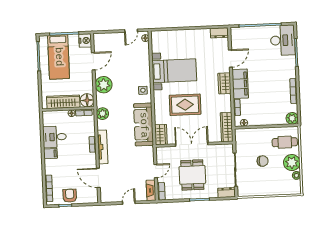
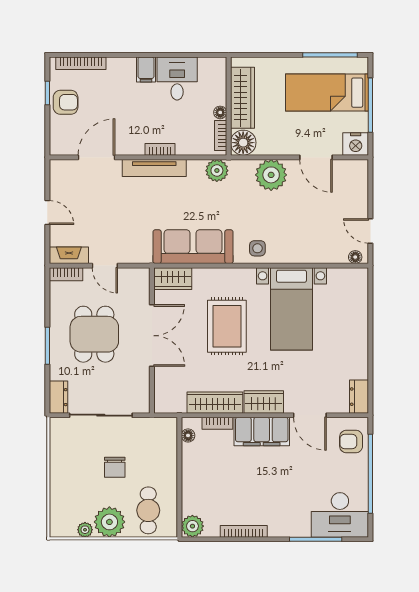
armchair: (243, 36) -> (351, 442), added
wardrobe: (227, 127) -> (215, 403), moved
dining table: (192, 175) -> (94, 334), turned 90

